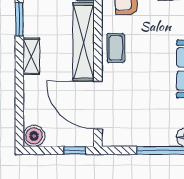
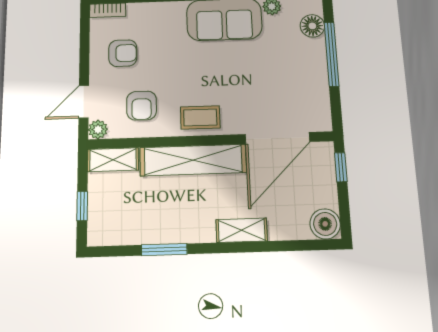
shelving: (31, 56) -> (242, 230), moved

